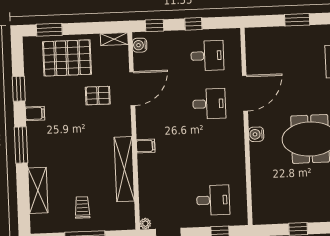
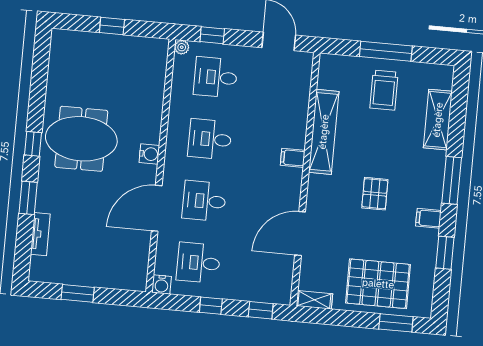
water cooler: (140, 45) -> (162, 284), moved, turned 90
pallet: (98, 96) -> (375, 194), moved, turned 90
desk: (211, 152) -> (210, 139), added
trolley: (82, 207) -> (384, 90), width x1.36, depth x1.39
plant: (145, 224) -> (182, 47), moved

